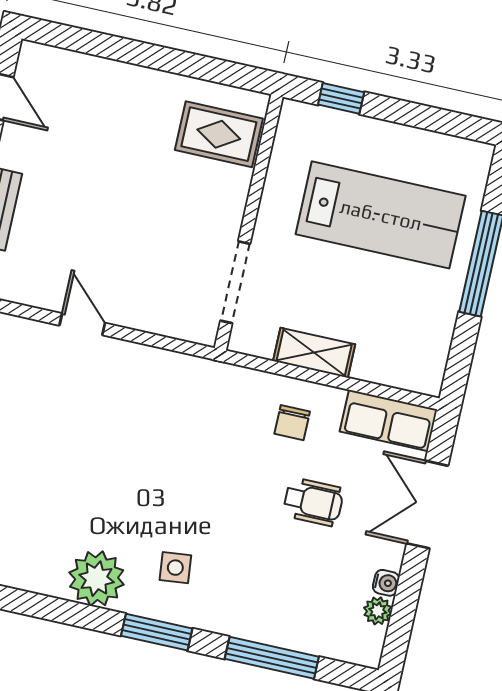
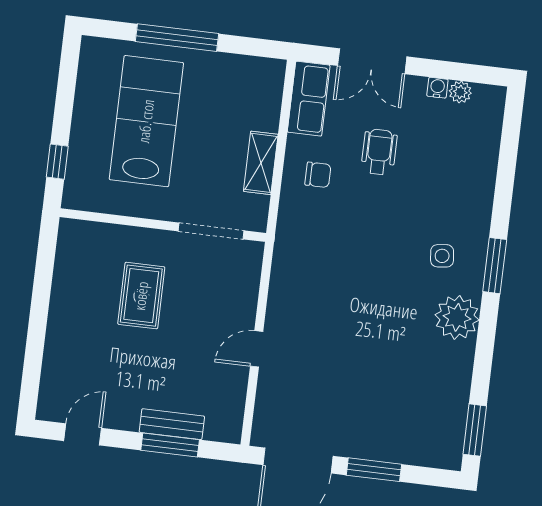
rug: (219, 134) -> (141, 296), moved
window: (272, 658) -> (506, 172), removed

